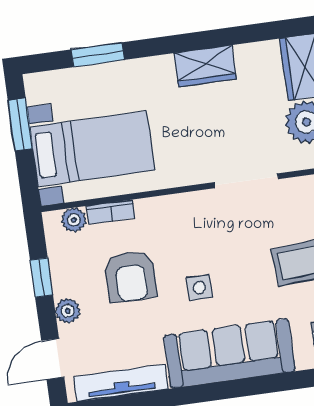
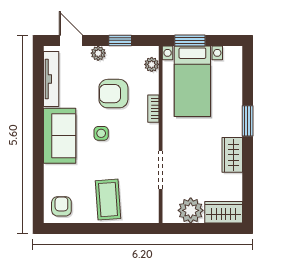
window: (98, 55) -> (248, 121), moved
window: (20, 125) -> (190, 40), moved
bookcase: (111, 212) -> (153, 109), moved
sofa: (229, 353) -> (60, 136), width x0.73

